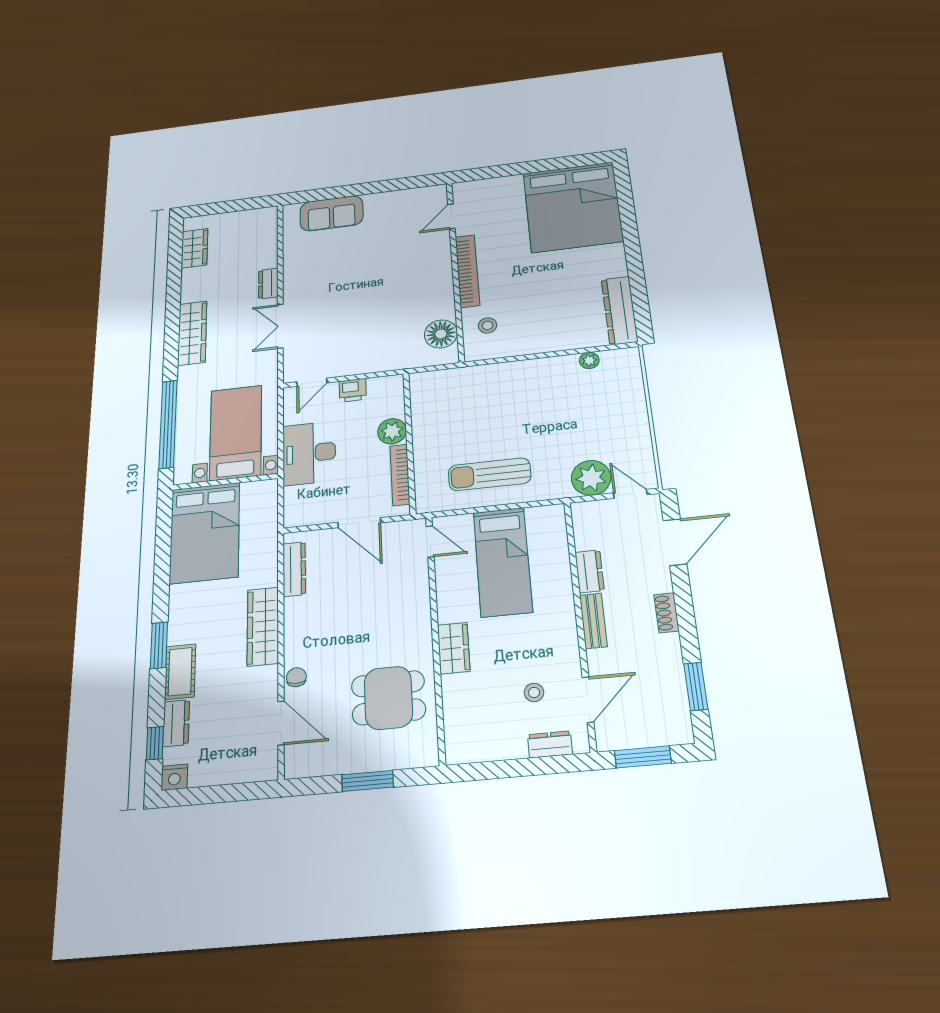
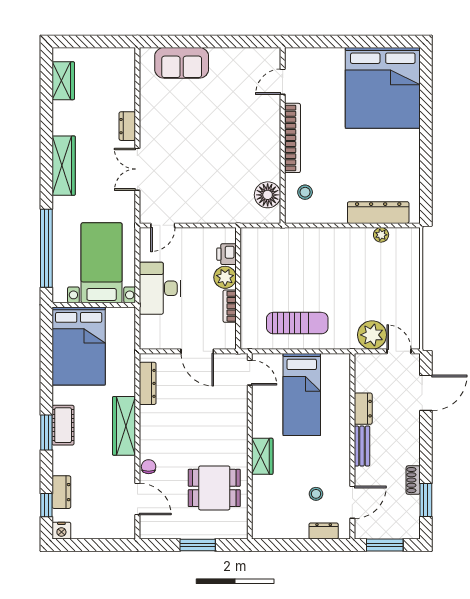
dresser: (620, 310) -> (378, 213), moved, turned 90
printer: (353, 390) -> (227, 254), moved, turned 90
sun lounger: (490, 474) -> (297, 323), turned 180
bookcase: (400, 475) -> (230, 306), width x0.64
shoe rack: (667, 613) -> (413, 480), moved
cot: (180, 672) -> (63, 425), moved

